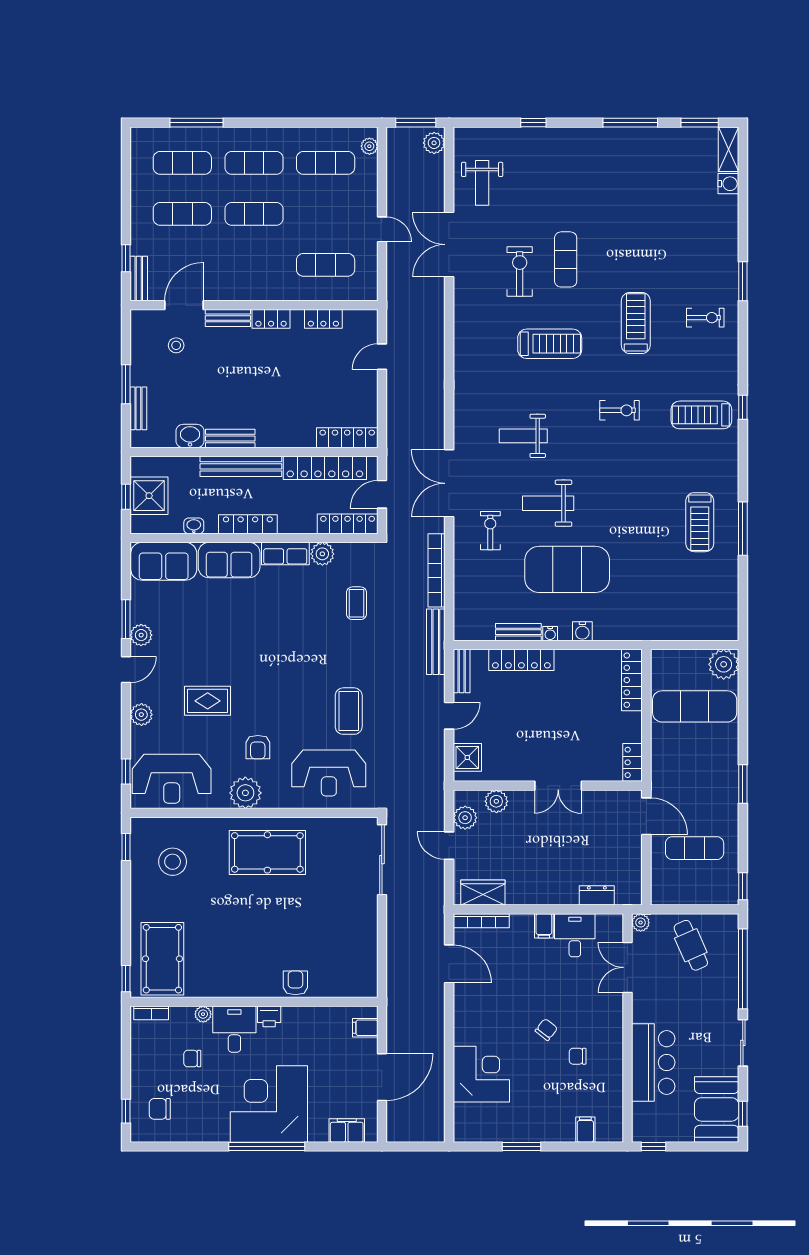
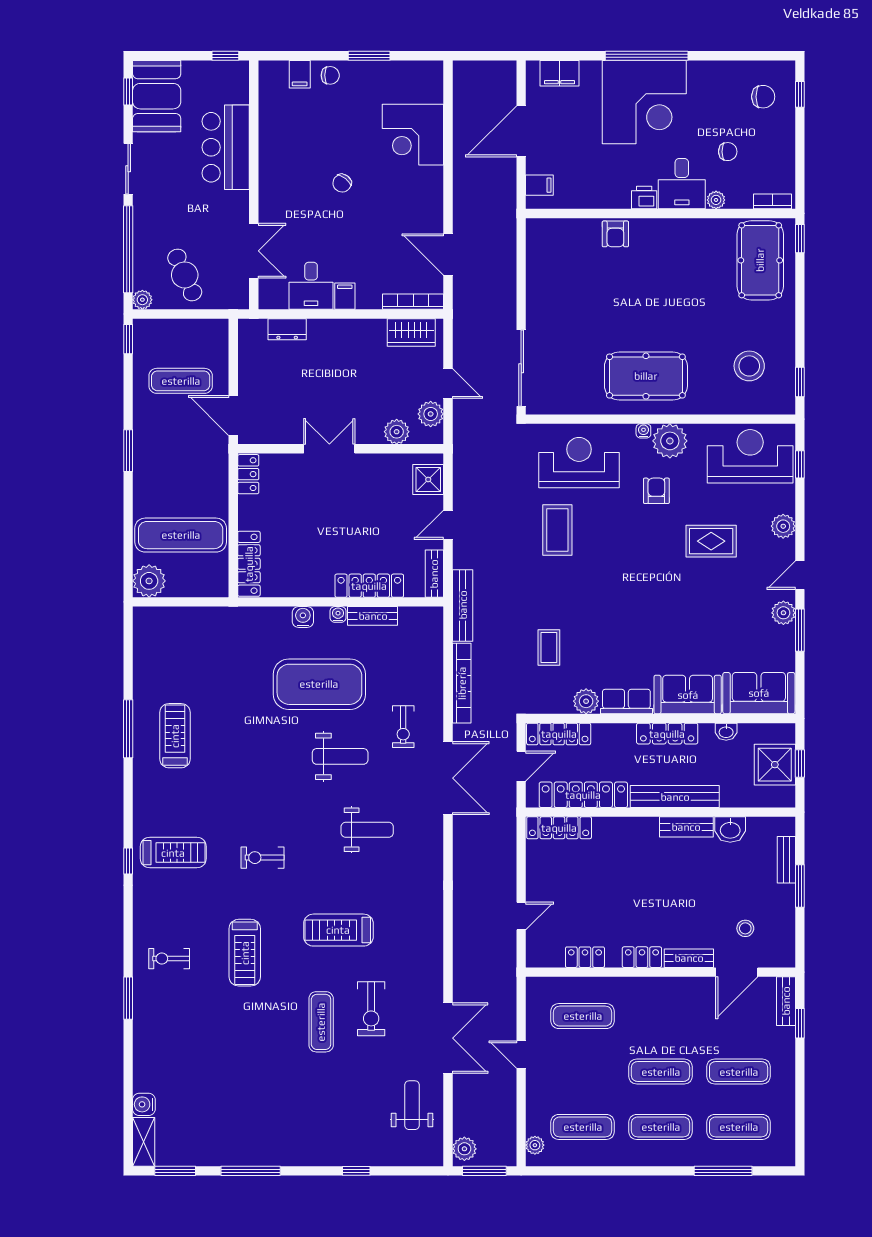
water cooler: (270, 802) -> (643, 431), added
plant: (641, 923) -> (142, 300), moved
chair: (578, 1056) -> (330, 75), moved

